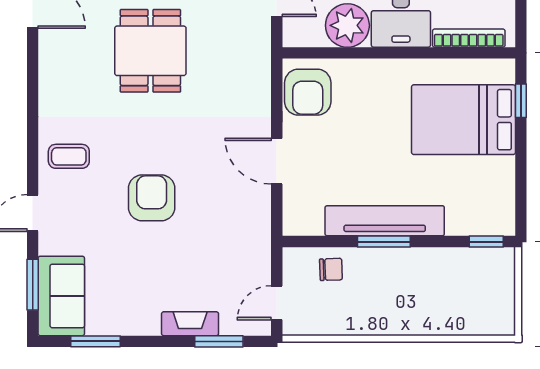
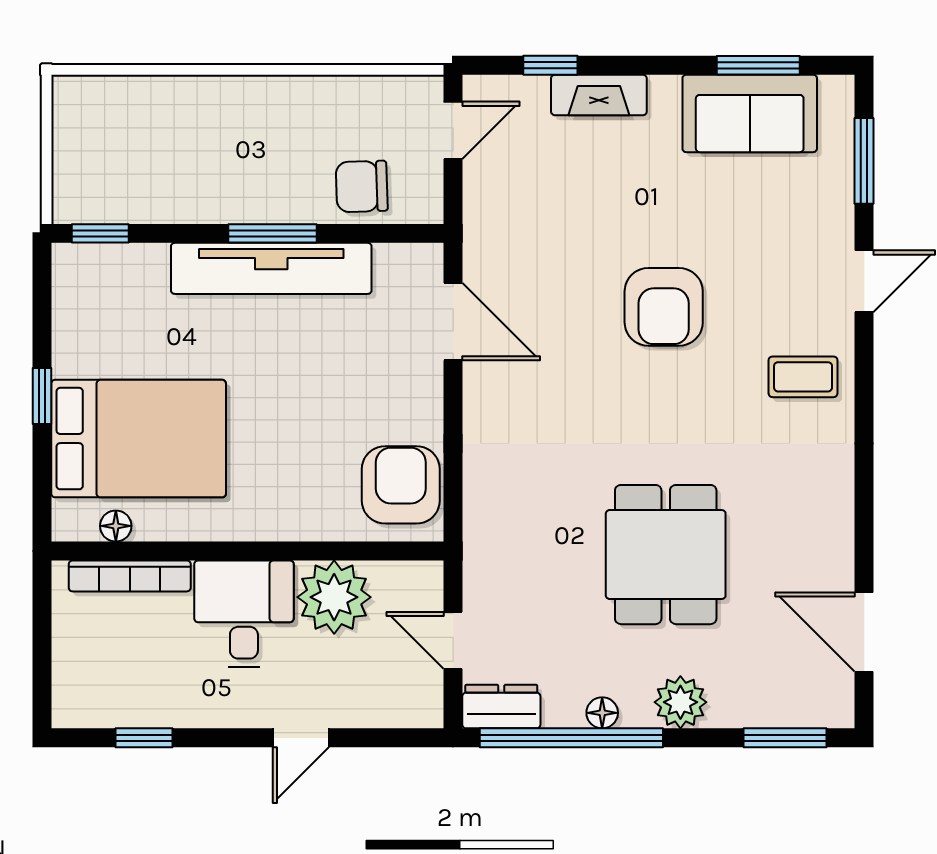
floor lamp: (477, 68) -> (116, 526), added
window: (521, 101) -> (42, 396), moved
door: (277, 161) -> (453, 322), moved
chair: (331, 269) -> (362, 186), width x1.37, depth x1.37
sofa: (61, 296) -> (750, 113), moved, turned -90
window: (219, 341) -> (550, 65), width x0.67

